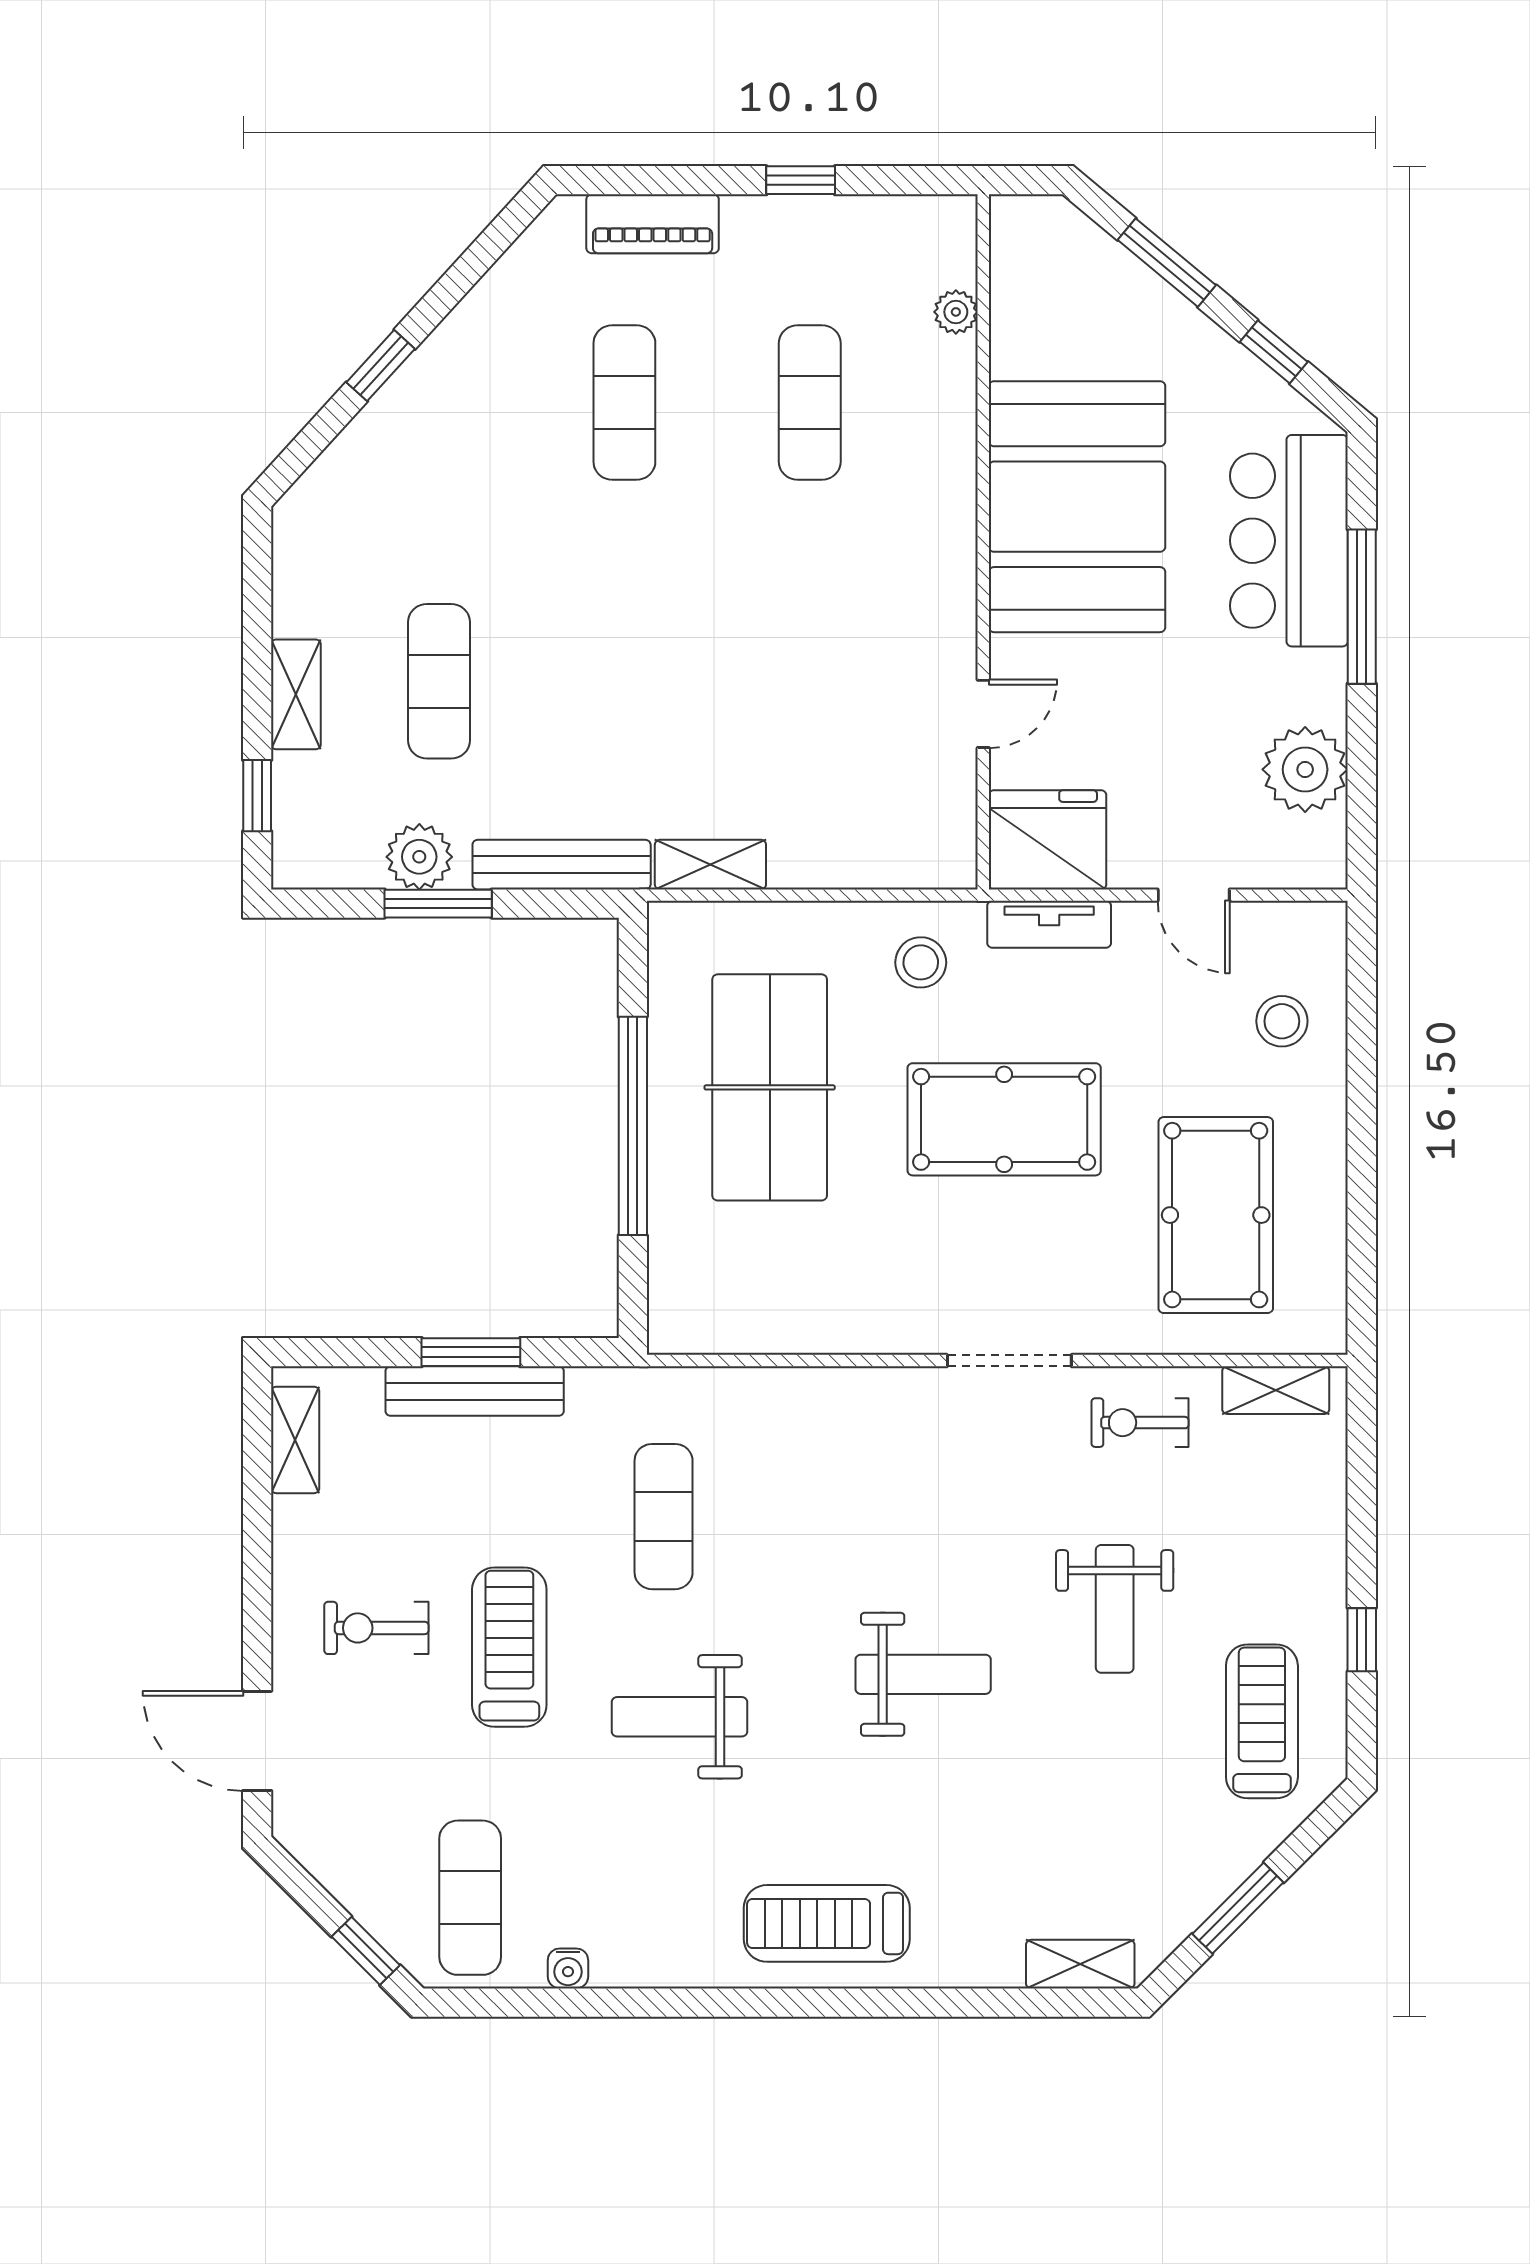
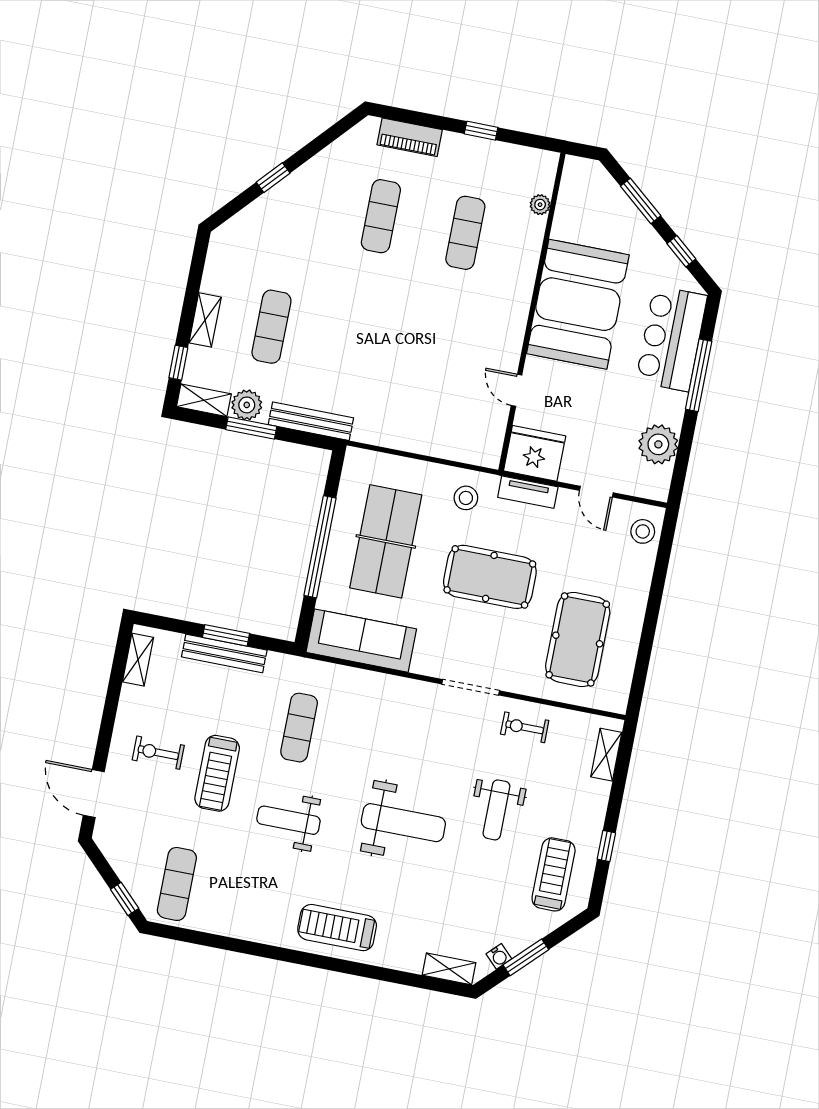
door: (983, 714) -> (517, 390), swing flipped
shelving: (710, 865) -> (204, 400), moved
stool: (1282, 1021) -> (643, 531), moved
sofa: (759, 1307) -> (361, 641), added
shelving: (1276, 1390) -> (606, 755), moved, turned 90
treadmill: (509, 1647) -> (217, 773), turned 180
weight bench: (923, 1674) -> (403, 823), width x1.36, depth x1.33
water cooler: (568, 1968) -> (499, 956), moved, turned -45

